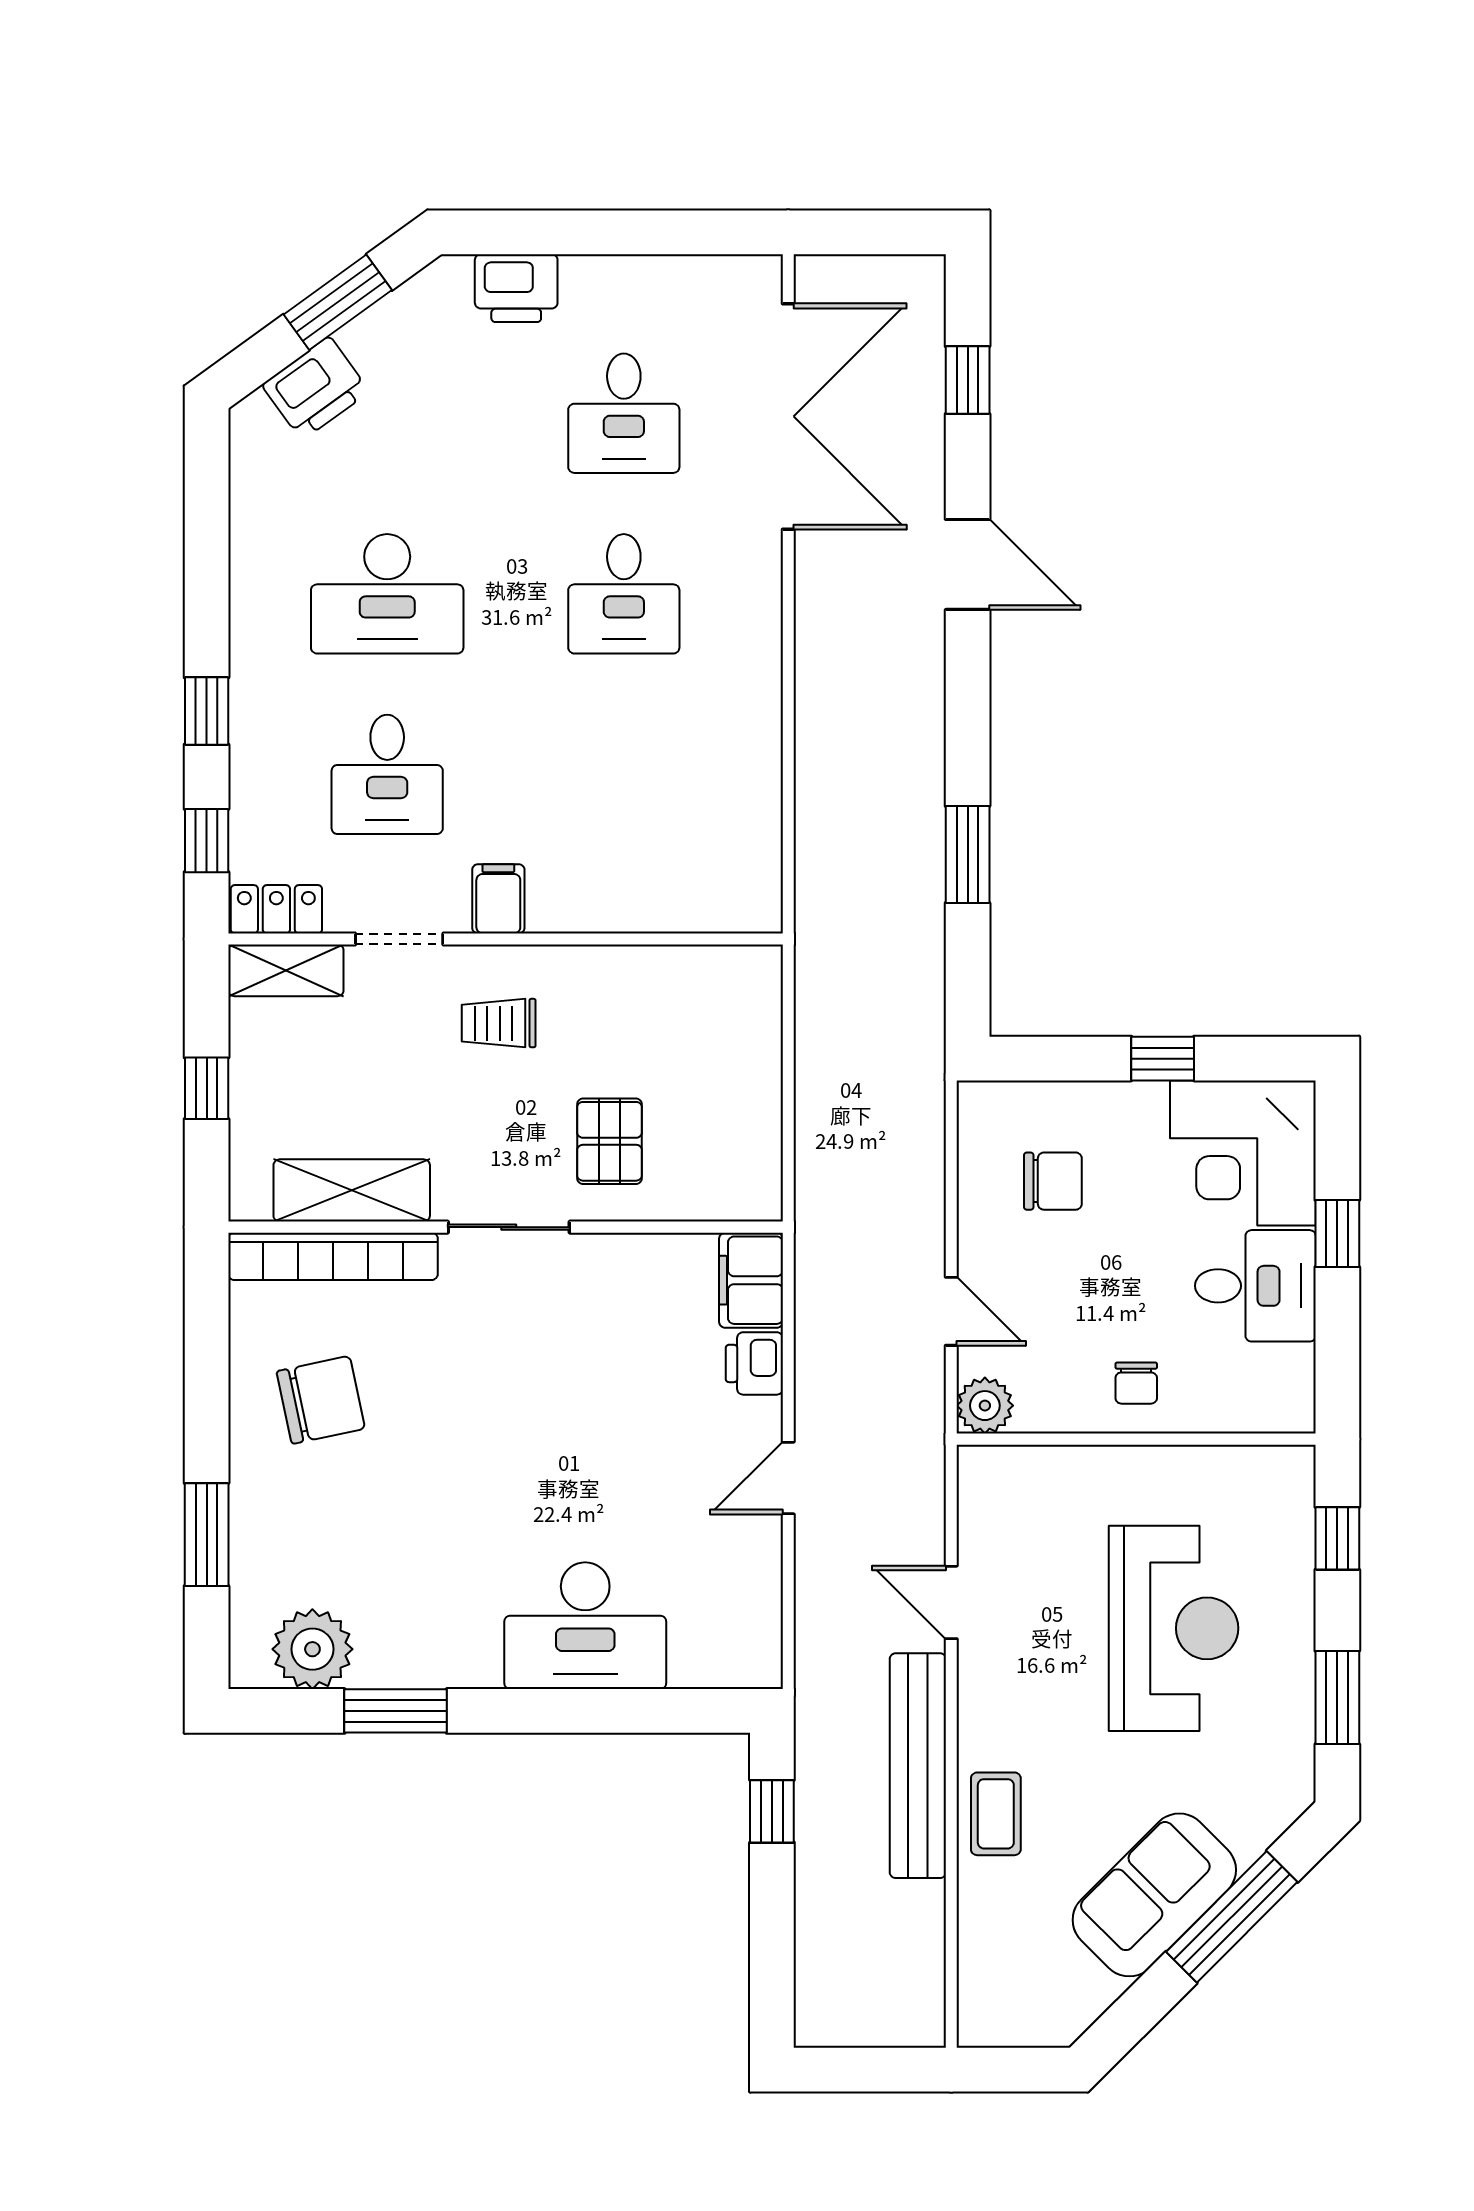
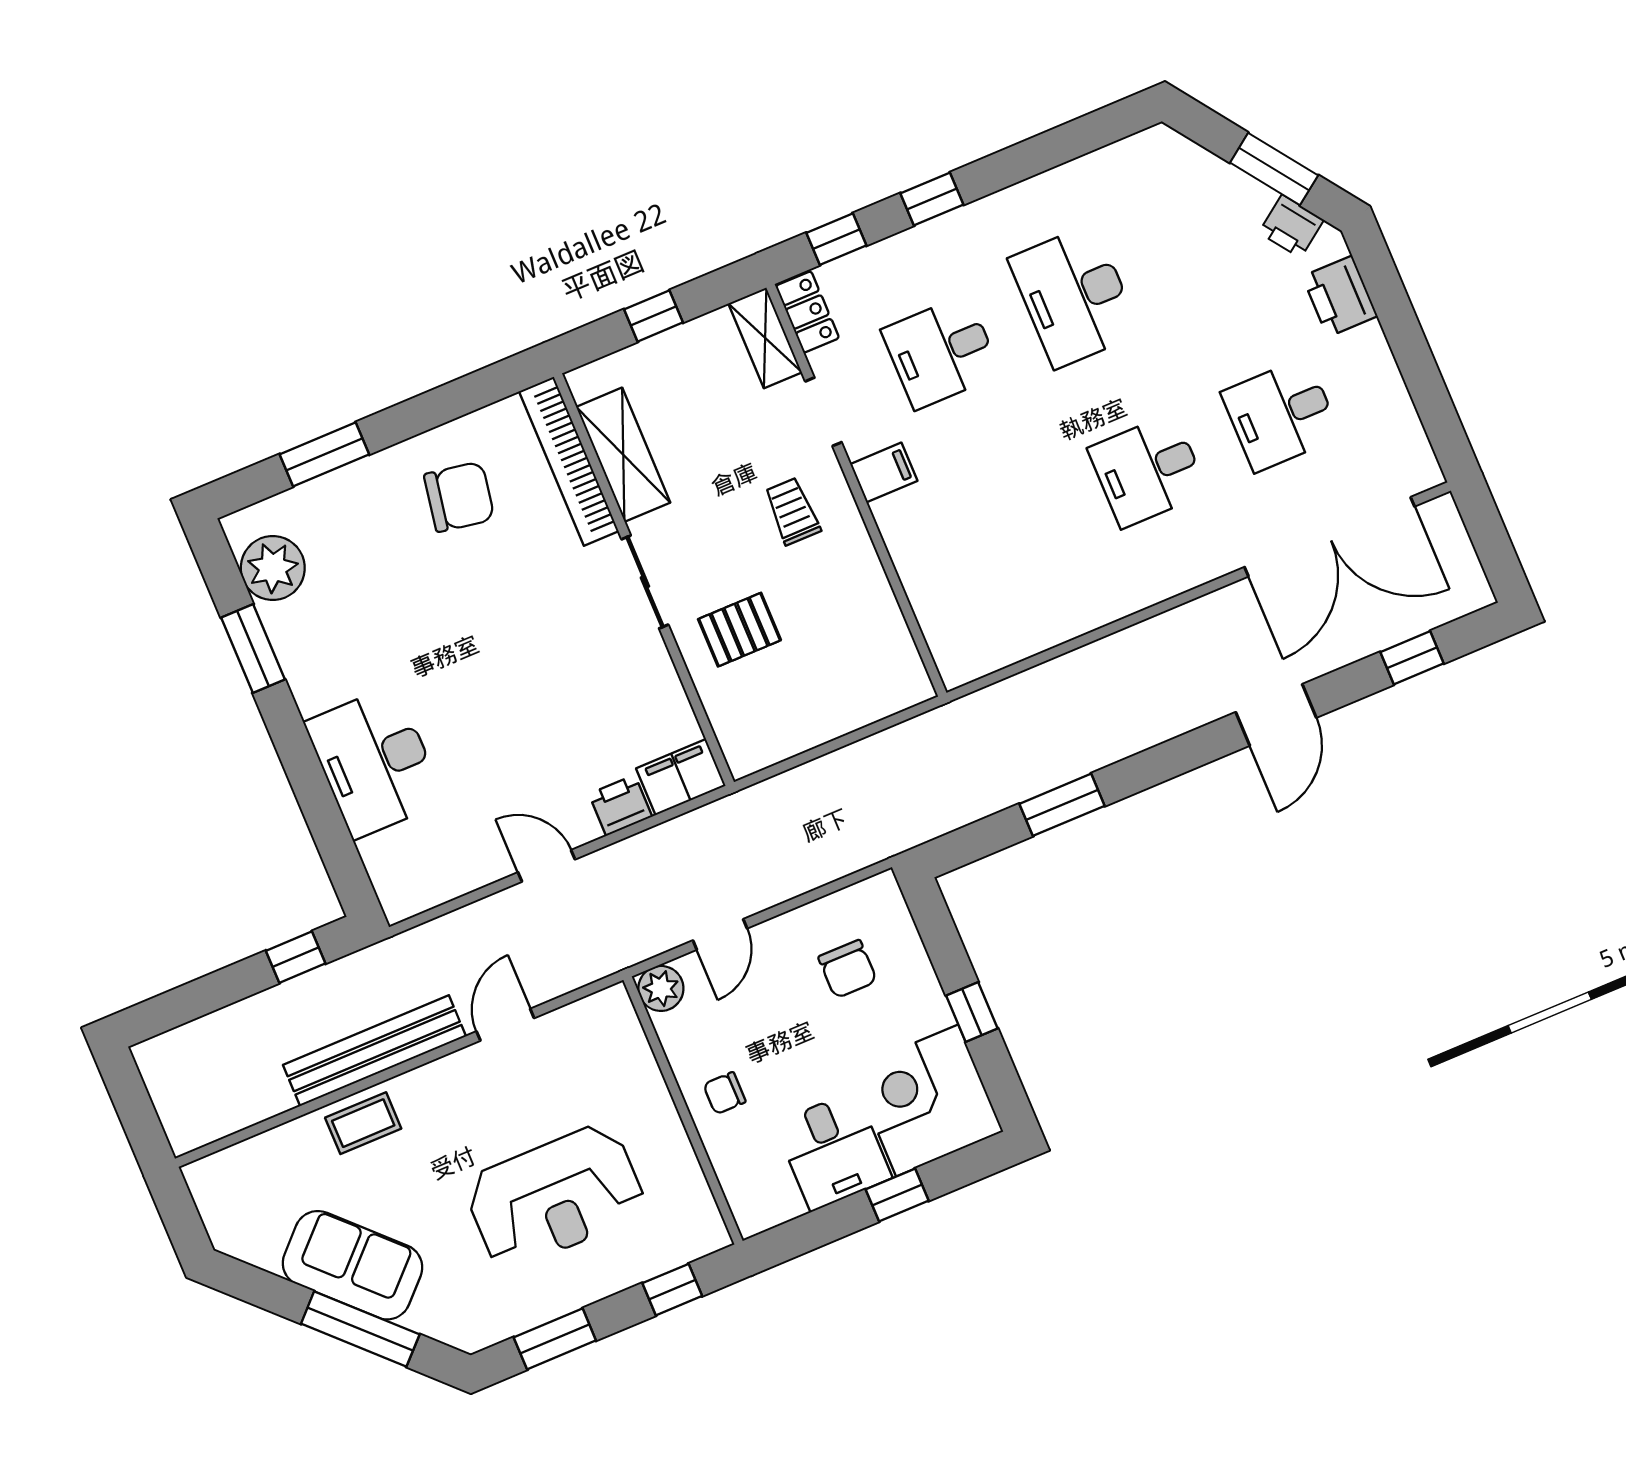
printer: (316, 388) -> (1291, 226), moved, width x0.73, depth x0.81
chair: (321, 1400) -> (459, 497), turned -68

